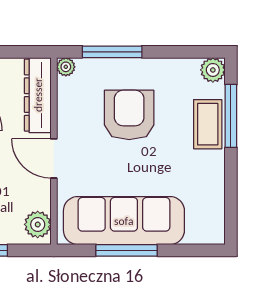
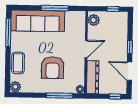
window: (231, 116) -> (8, 33), moved
door: (54, 158) -> (86, 49), hinge flipped
sofa: (124, 221) -> (38, 21), moved

